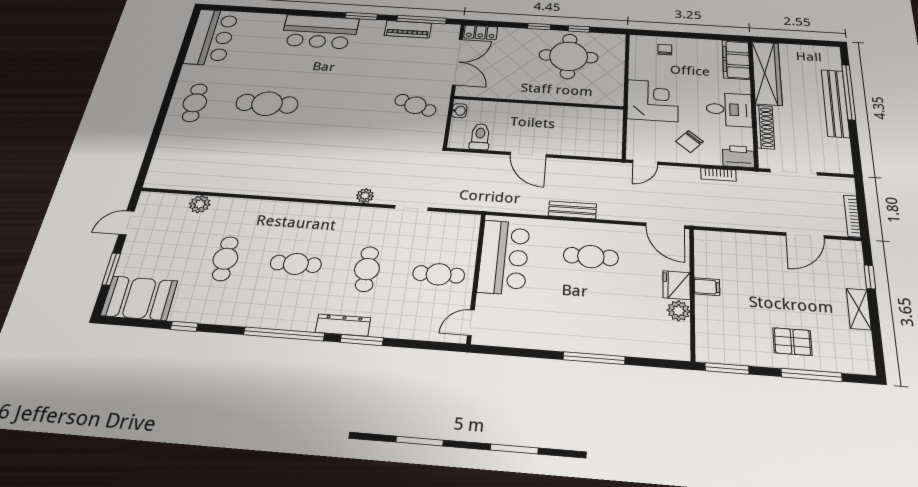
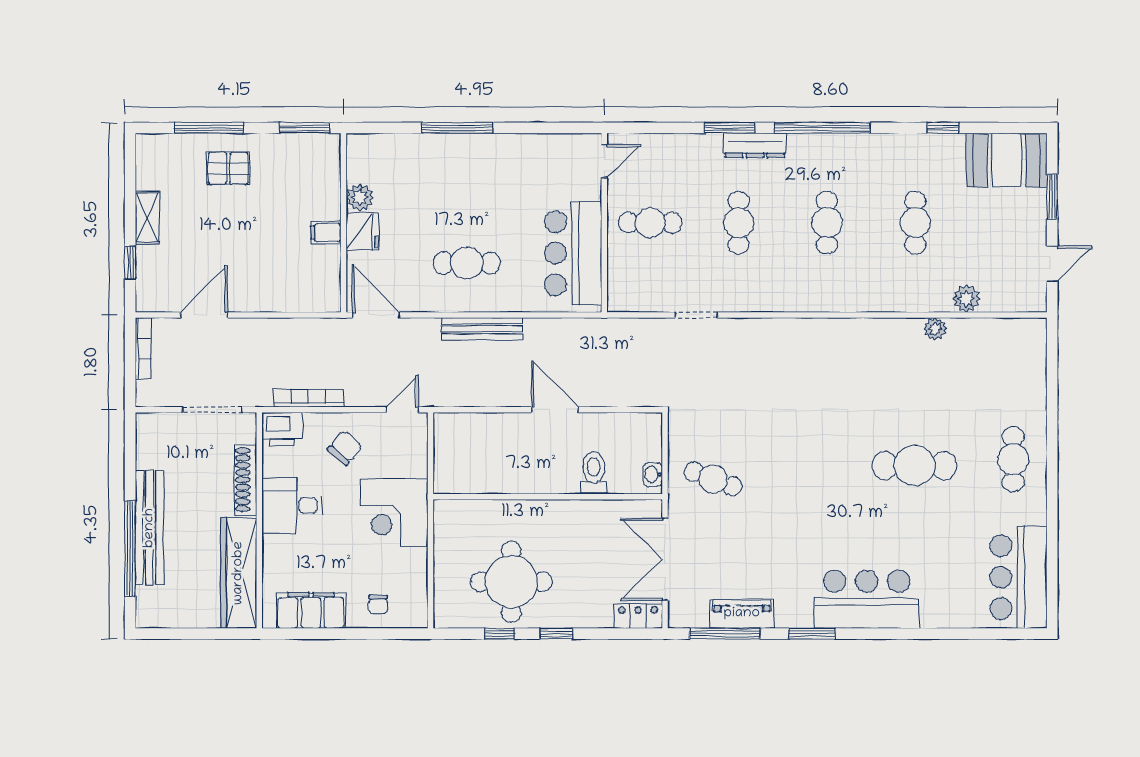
filing cabinet: (736, 60) -> (311, 610), moved, turned -90
toilet: (480, 137) -> (594, 473), moved, turned 180
bookcase: (718, 175) -> (308, 398), width x1.56
plant: (365, 196) -> (935, 329), moved
bench: (572, 210) -> (482, 329), width x1.36
cafe table: (296, 264) -> (827, 223), turned 90

